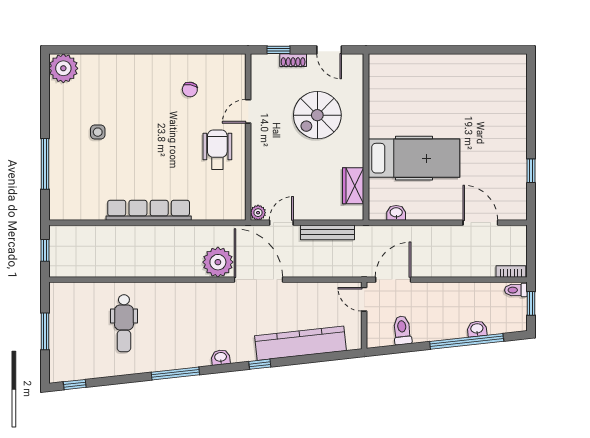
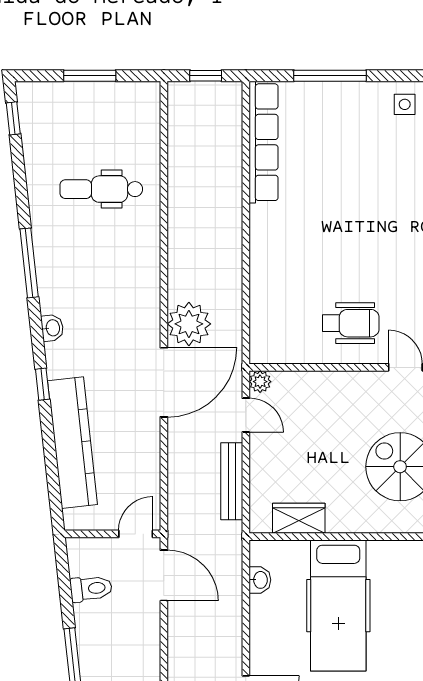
side table: (98, 132) -> (405, 104), moved
row of seats: (149, 210) -> (264, 142), moved

